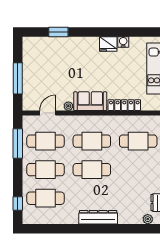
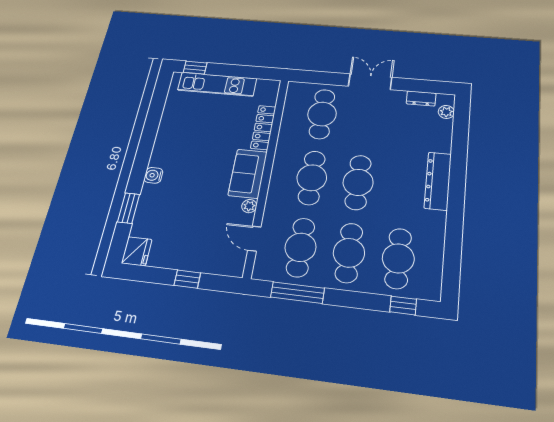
water cooler: (123, 42) -> (153, 175), moved
fridge: (108, 44) -> (137, 251), moved
window: (18, 78) -> (187, 279), width x0.46

